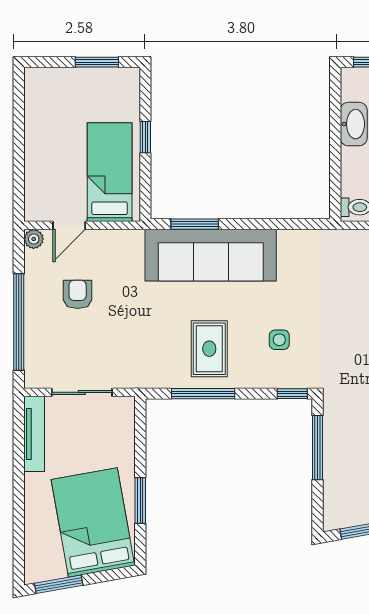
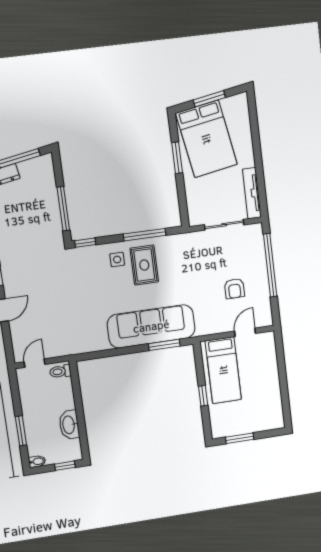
plant: (34, 239) -> (267, 320), removed
side table: (279, 340) -> (117, 260), moved
window: (59, 584) -> (209, 99), moved

